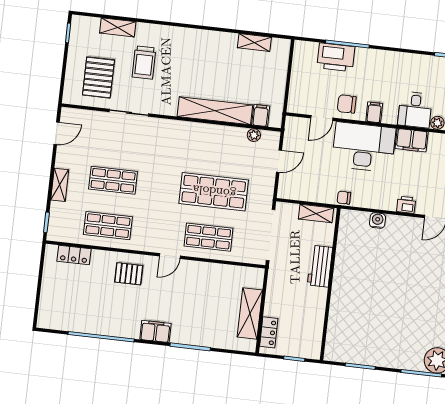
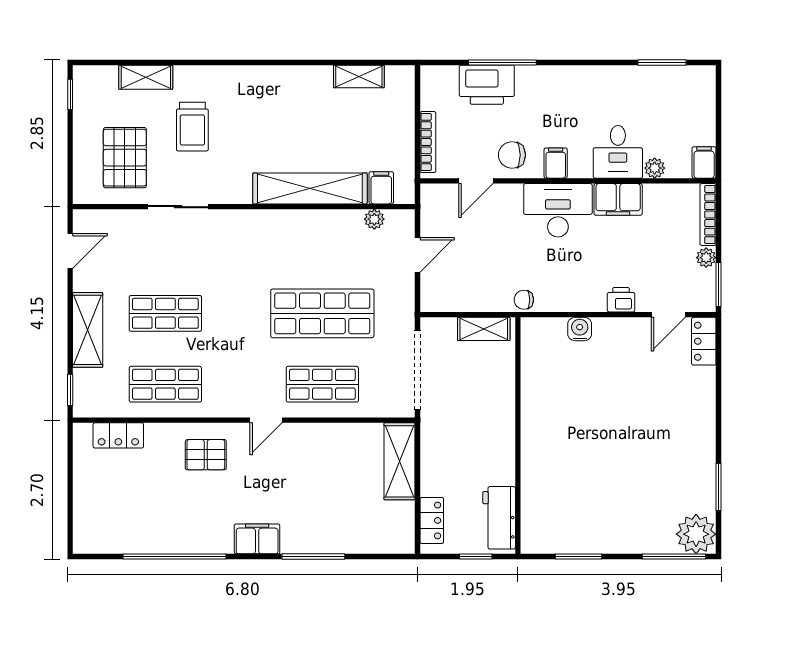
bookcase: (294, 90) -> (428, 142), added
desk: (364, 147) -> (558, 210), width x0.73, depth x0.77
shelving: (60, 185) -> (88, 330), width x1.50, depth x1.33
workbench: (320, 266) -> (499, 518), moved
shelving: (250, 314) -> (399, 461), moved

